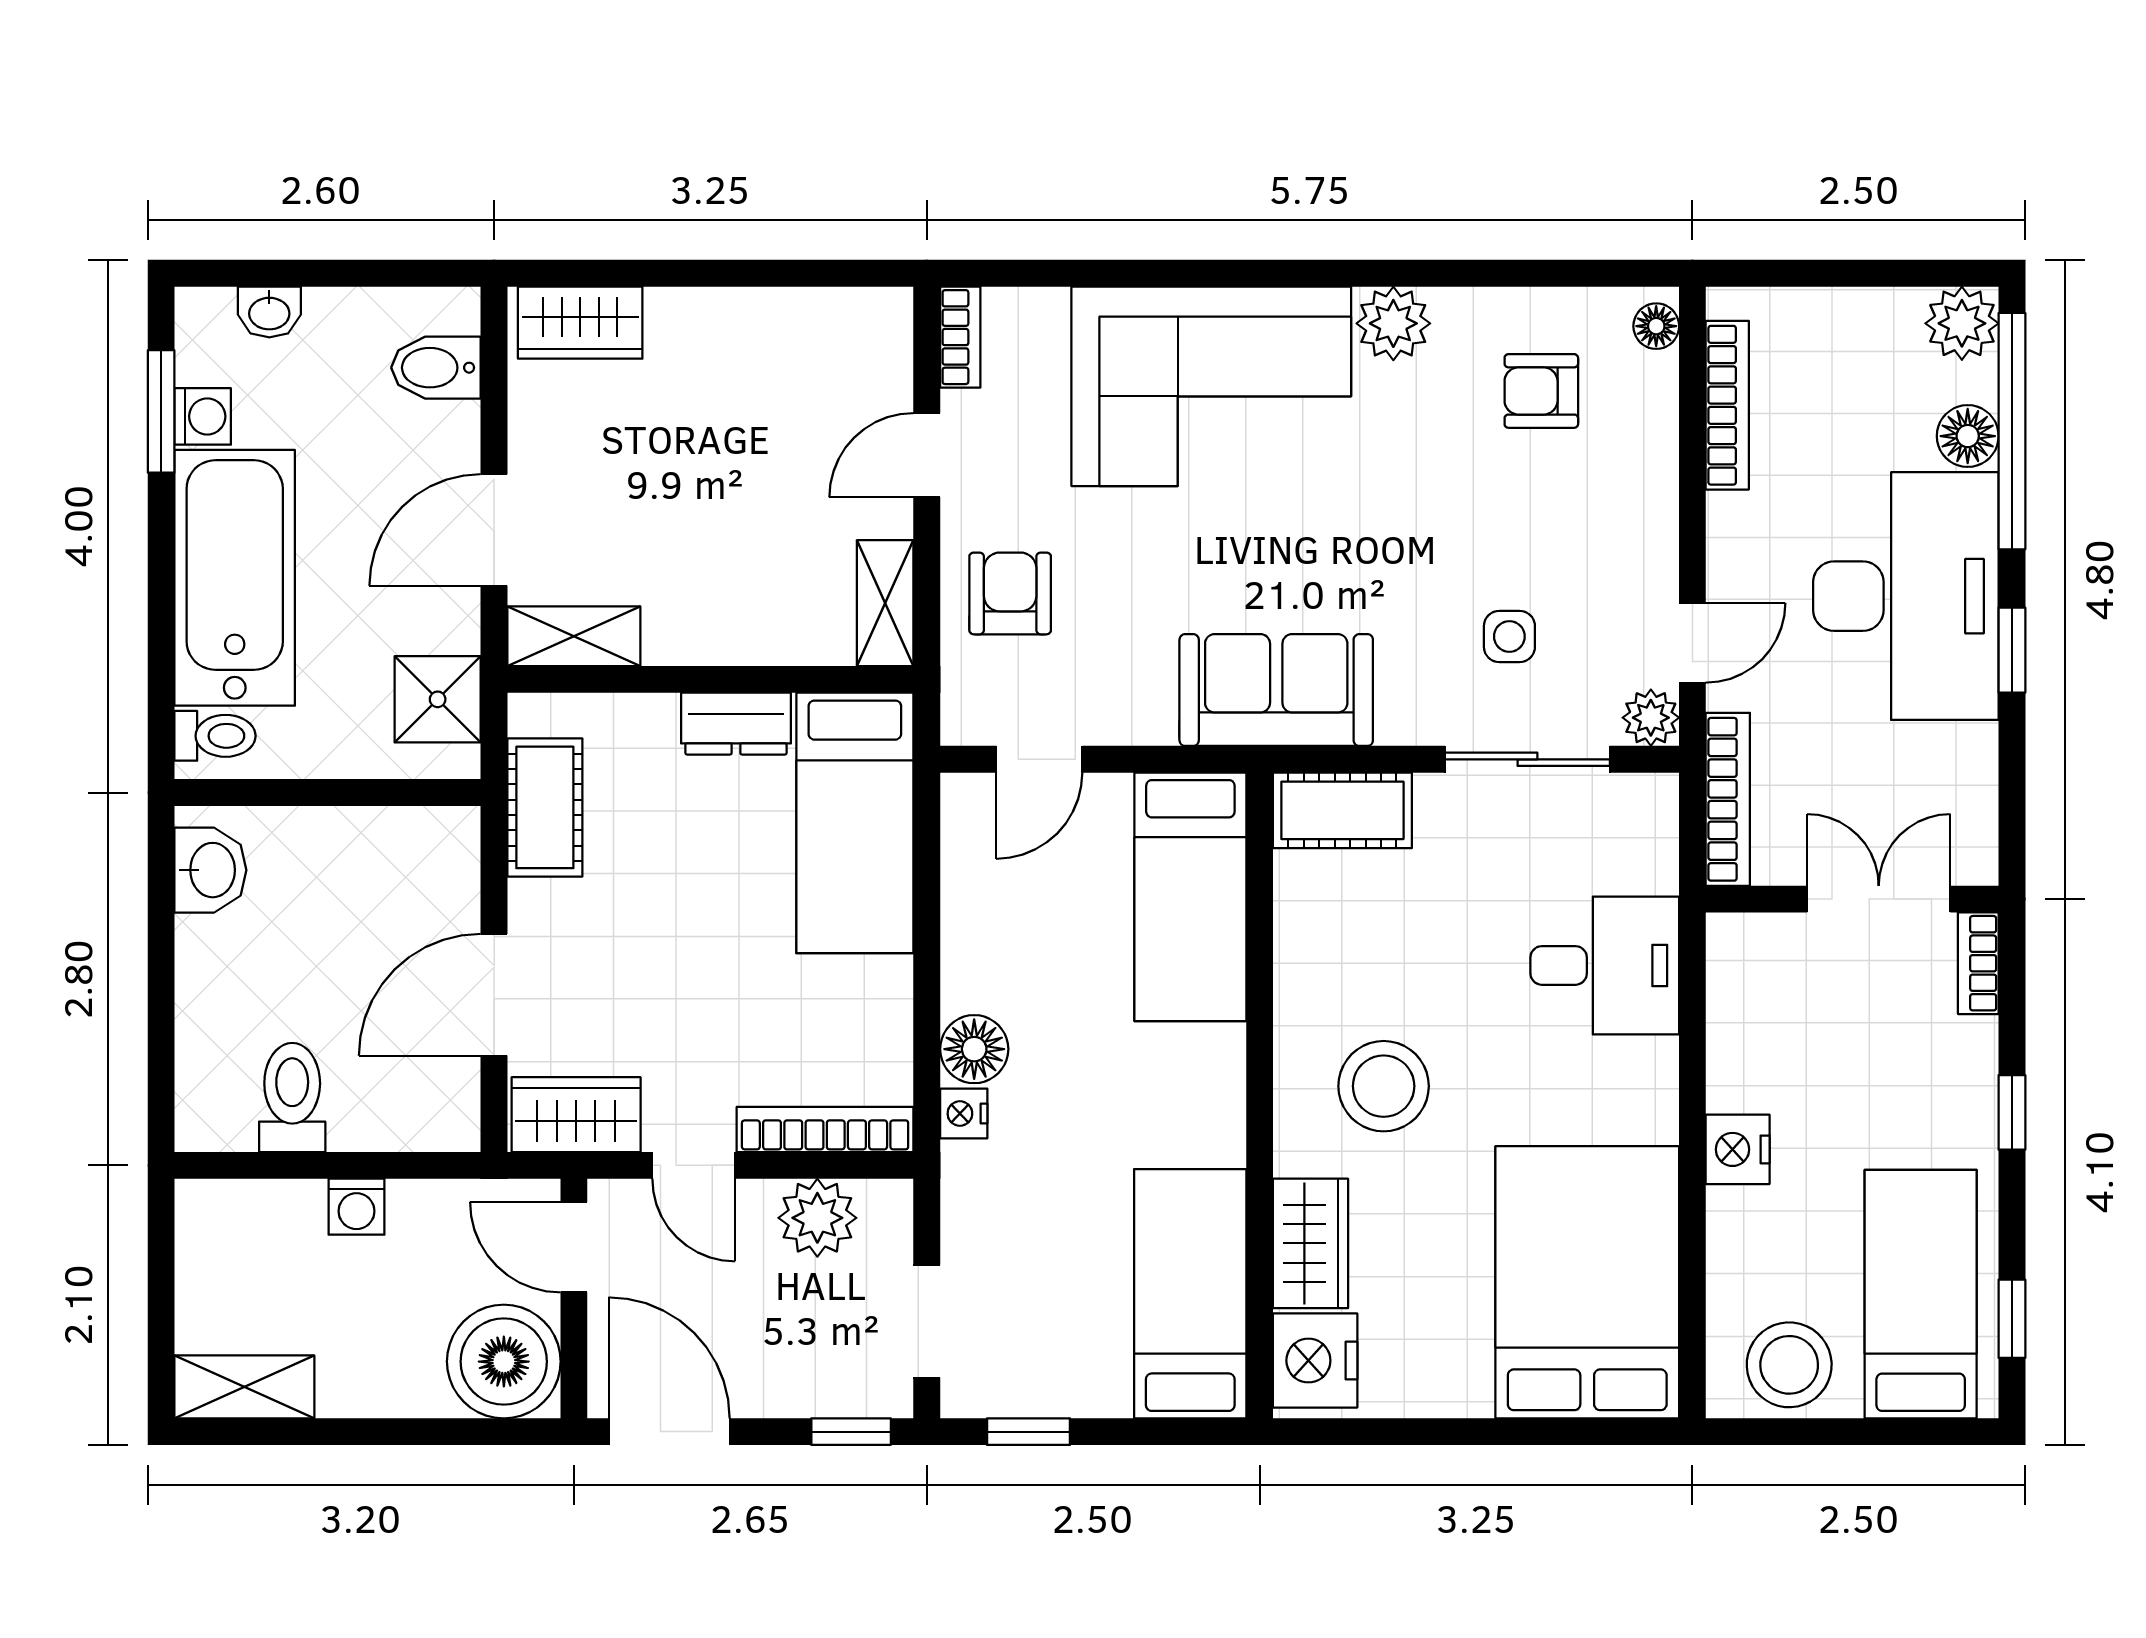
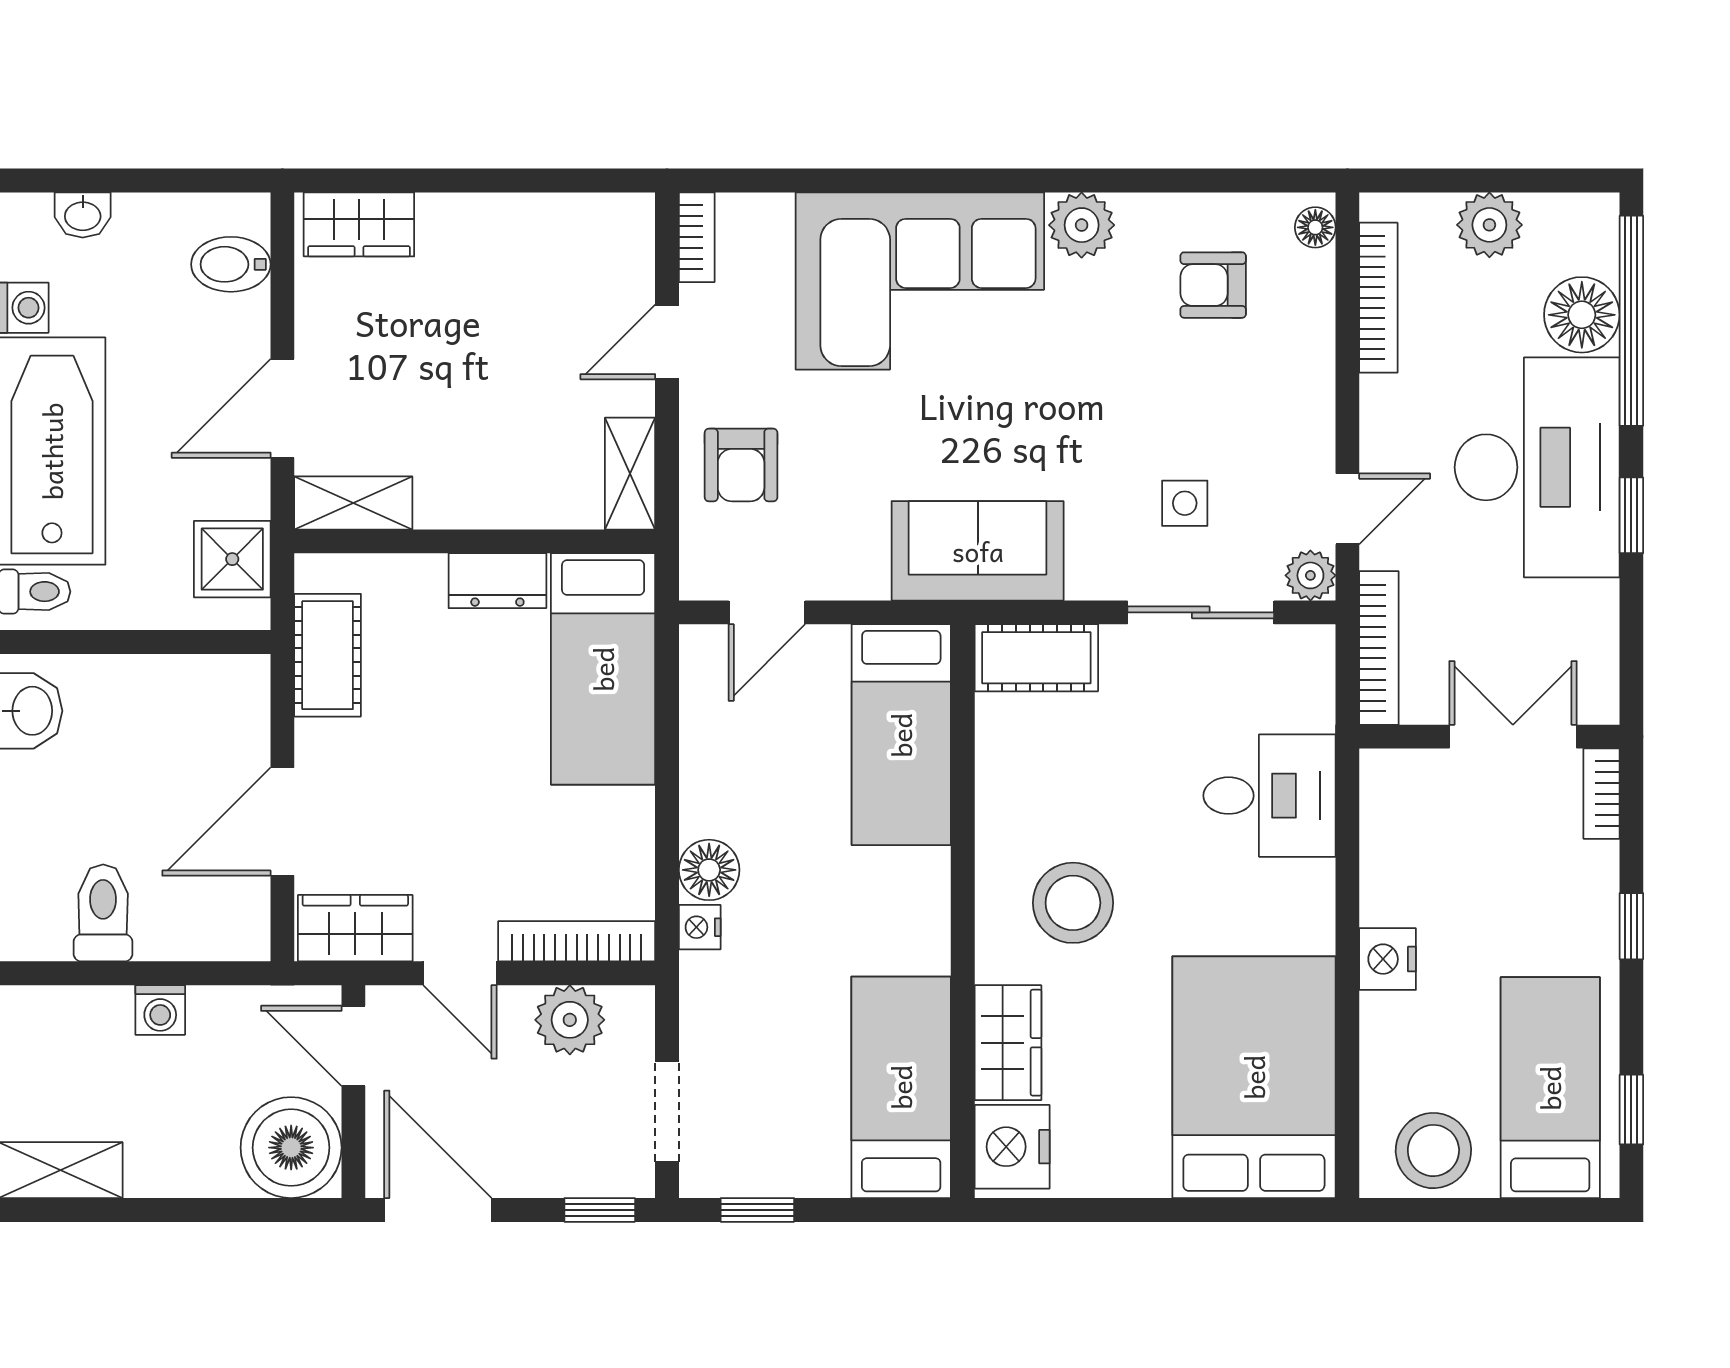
plant: (1962, 323) -> (1489, 225), moved
floor lamp: (1968, 436) -> (1582, 315), width x1.38, depth x1.38
armchair: (1010, 593) -> (741, 465), turned 180

